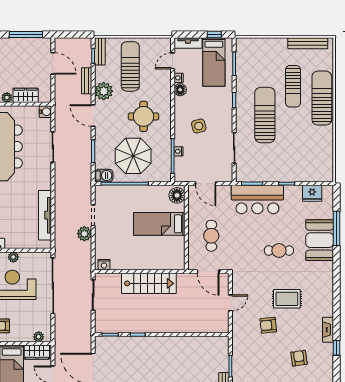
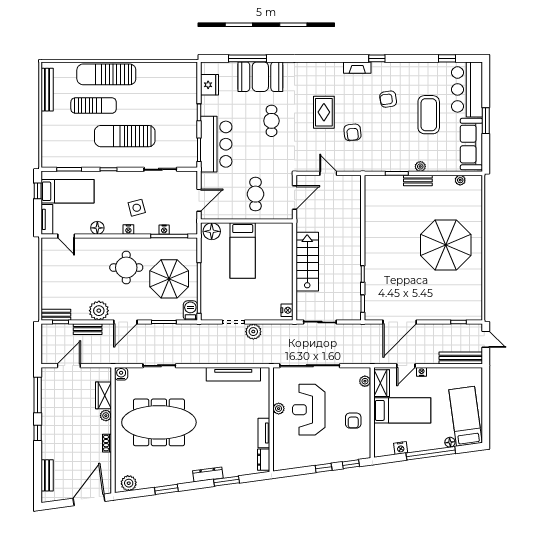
sun lounger: (130, 66) -> (72, 282), removed
nightstand: (179, 78) -> (128, 230), moved
cafe table: (211, 236) -> (255, 194), turned 90

